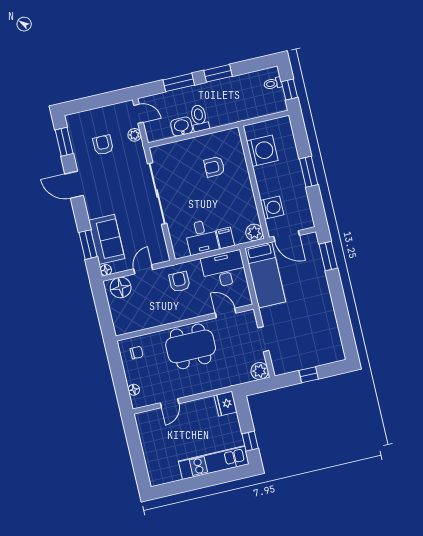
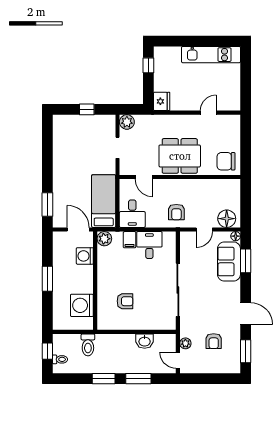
toilet: (199, 118) -> (88, 345), moved
desk: (224, 269) -> (132, 214), width x0.73
chair: (137, 353) -> (226, 161), width x1.87, depth x1.87
floor lamp: (134, 390) -> (236, 131), removed
kitchen unit: (214, 462) -> (211, 55), moved

